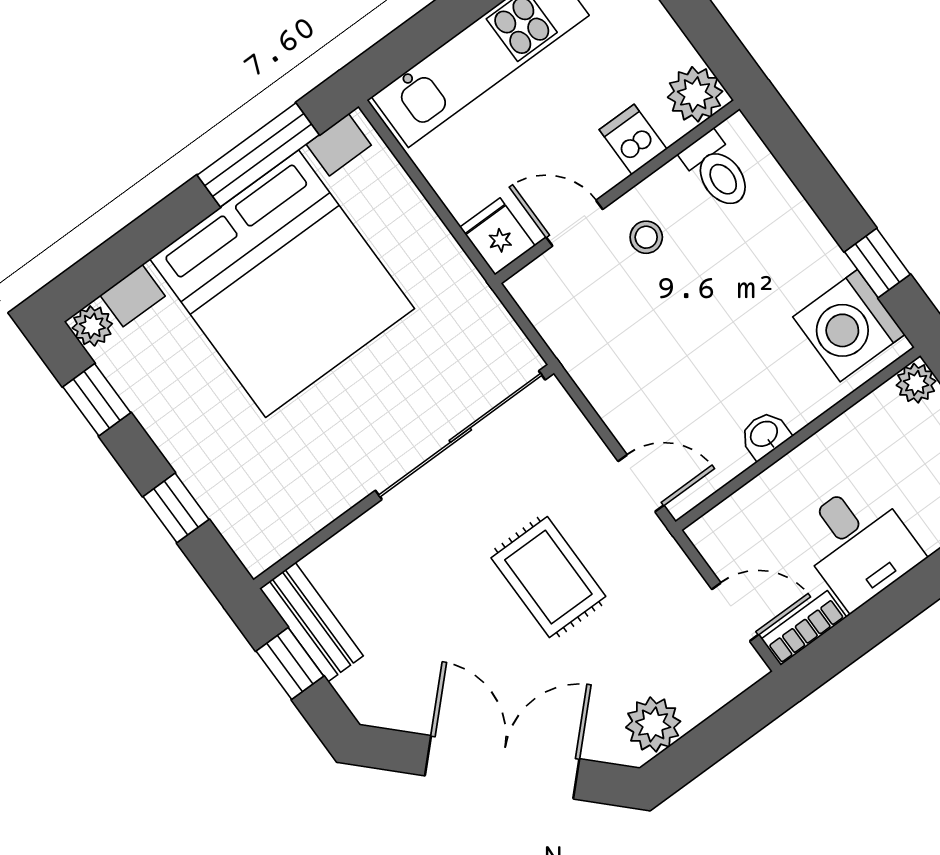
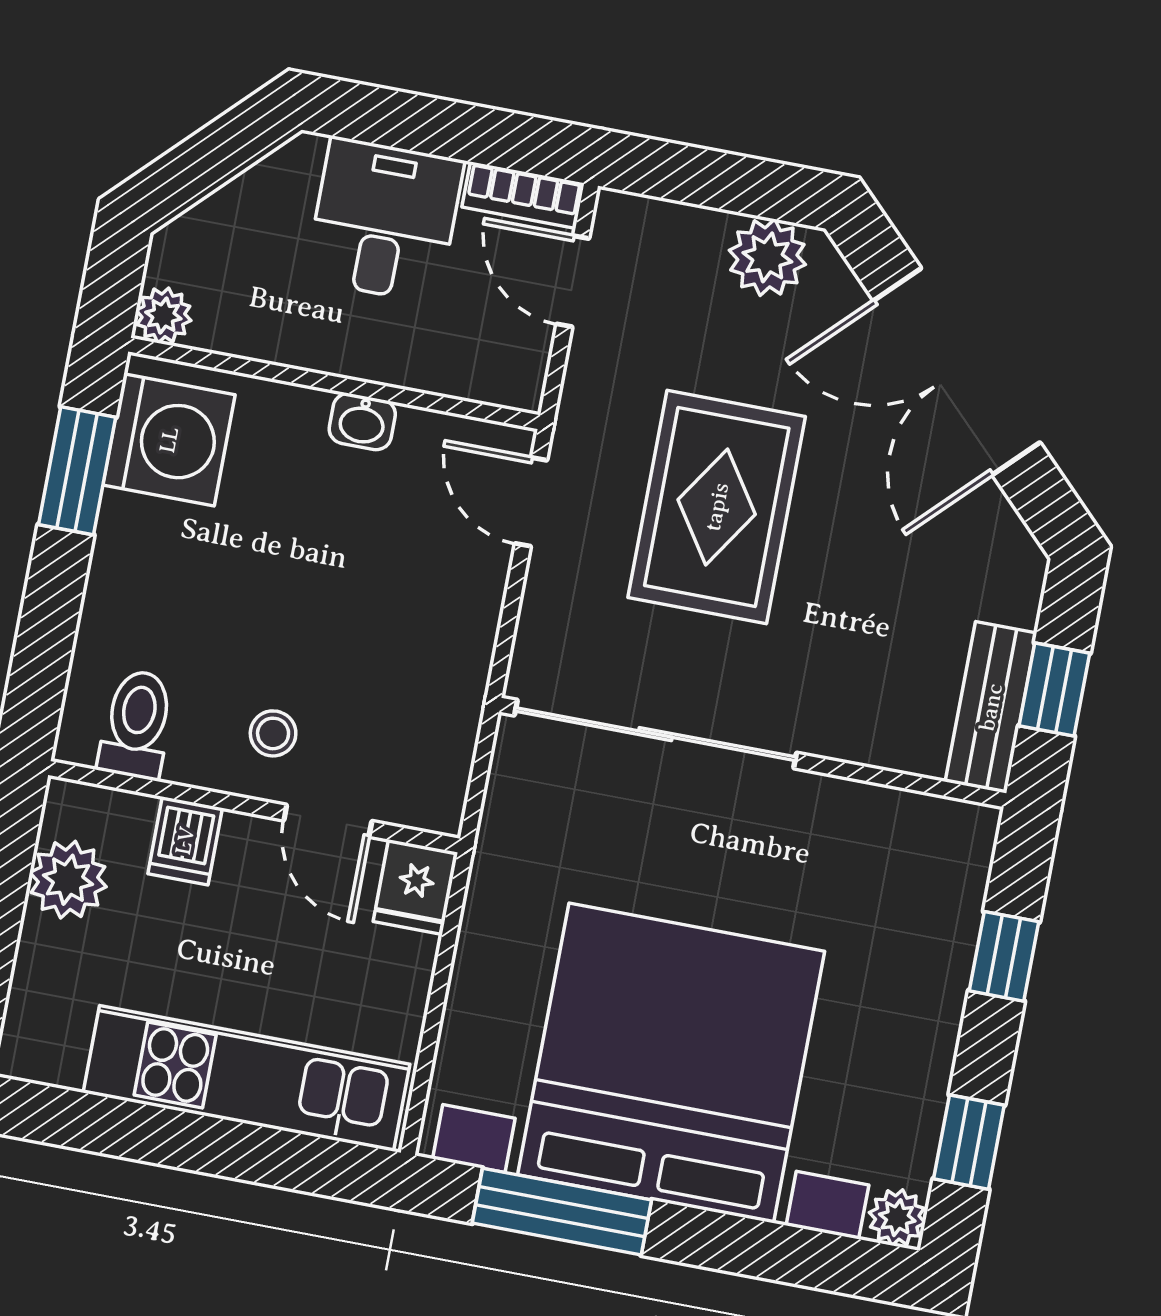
plant: (695, 94) -> (68, 880), moved
window: (877, 263) -> (77, 471), width x1.50
rug: (548, 577) -> (717, 507), width x1.36, depth x1.43

